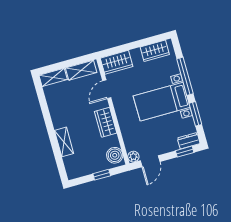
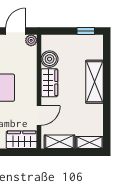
shelving: (64, 142) -> (95, 82), width x1.50, depth x1.33
boiler: (115, 155) -> (50, 59), moved
window: (102, 175) -> (86, 31), moved

